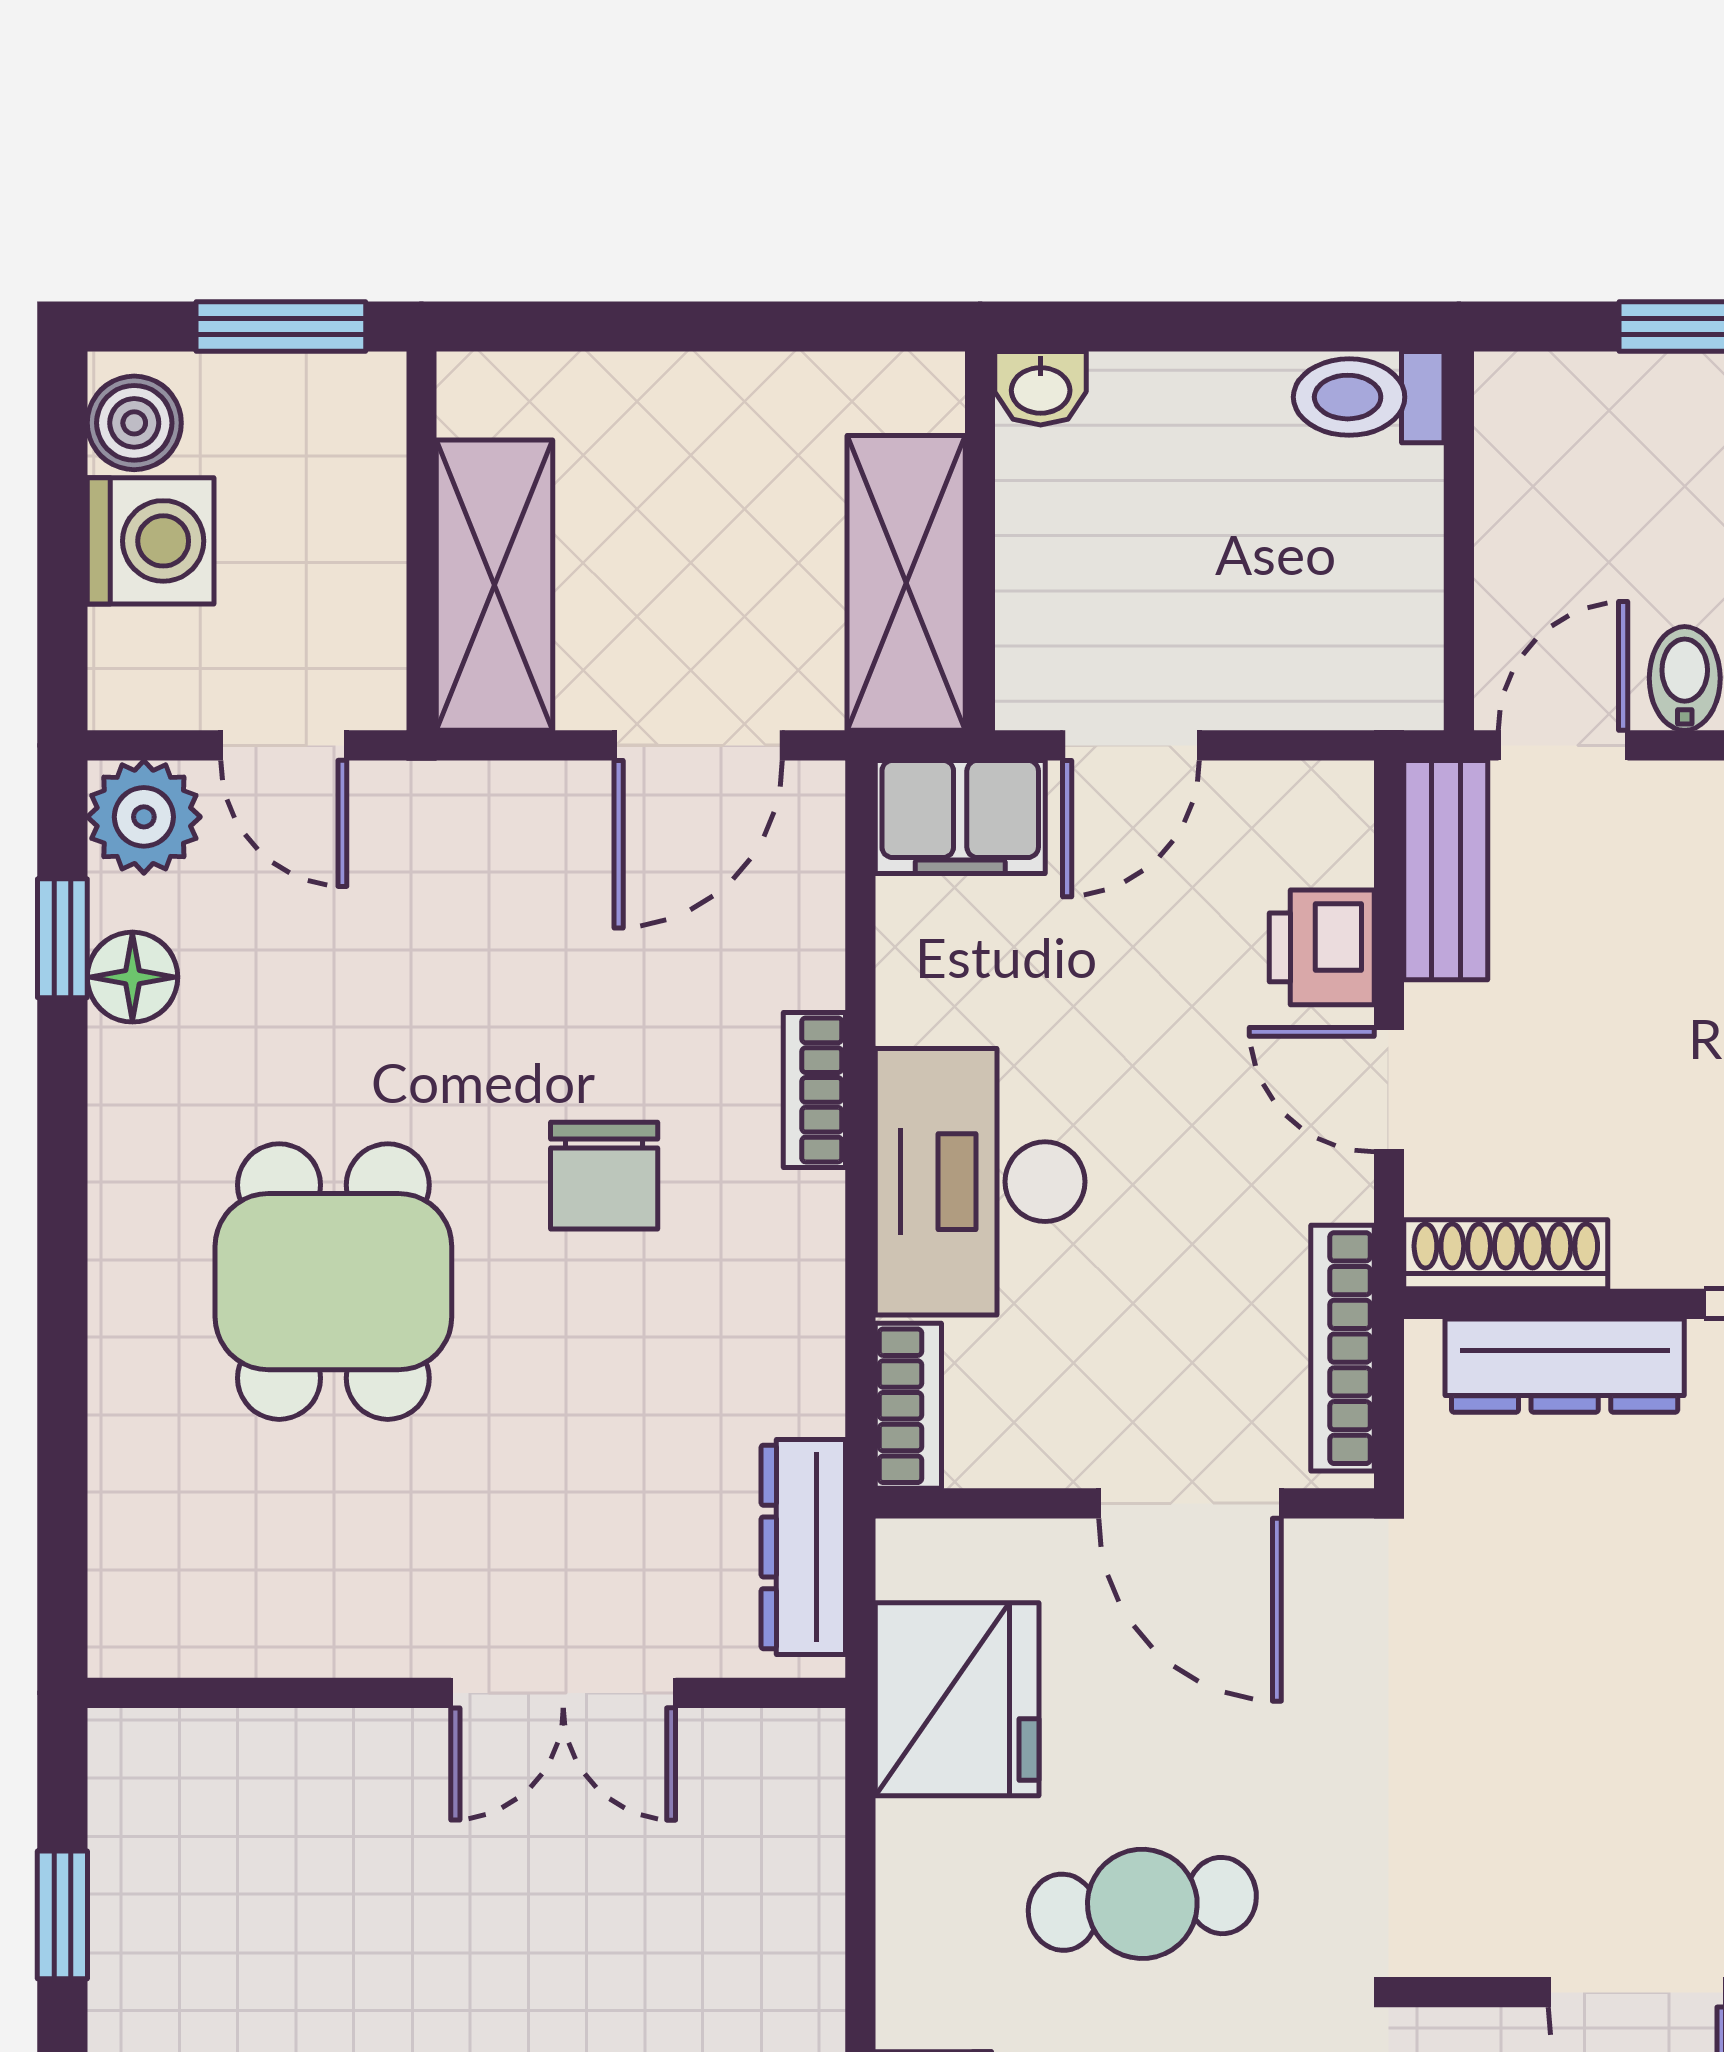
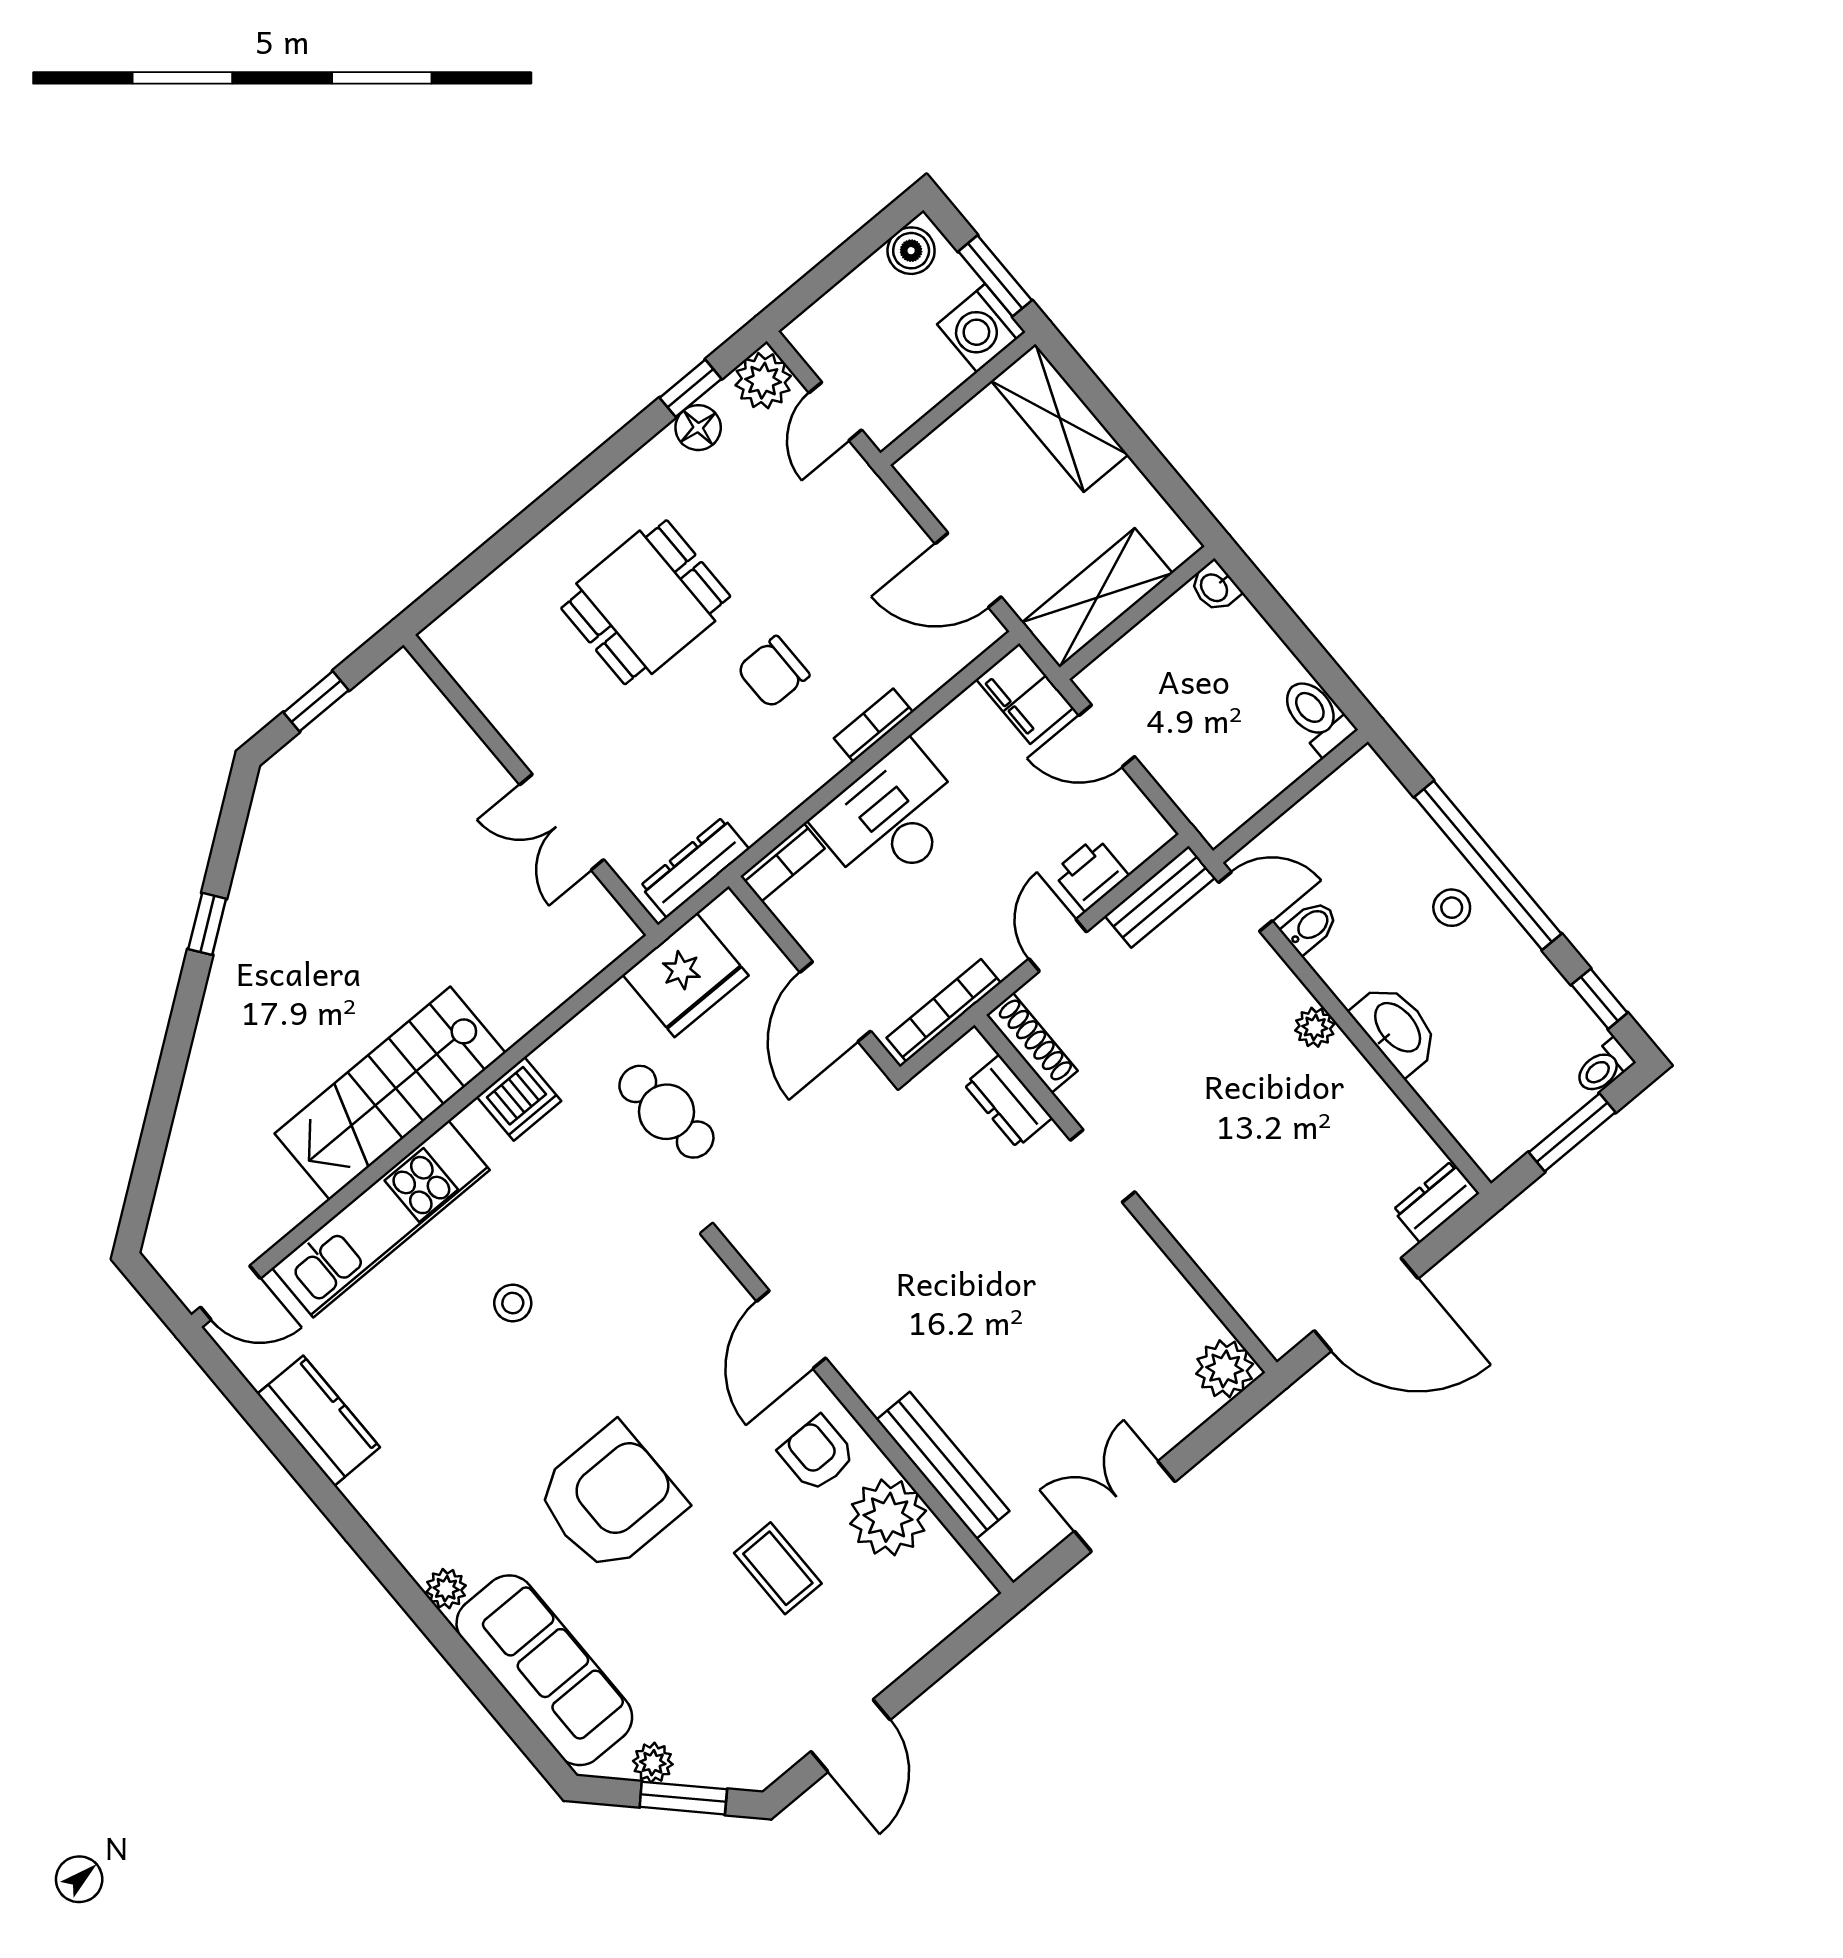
washing machine: (151, 541) -> (981, 328), moved, turned 90
shelving: (495, 585) -> (1060, 418), moved, turned 90
dresser: (1565, 1366) -> (1008, 1101), width x0.70

